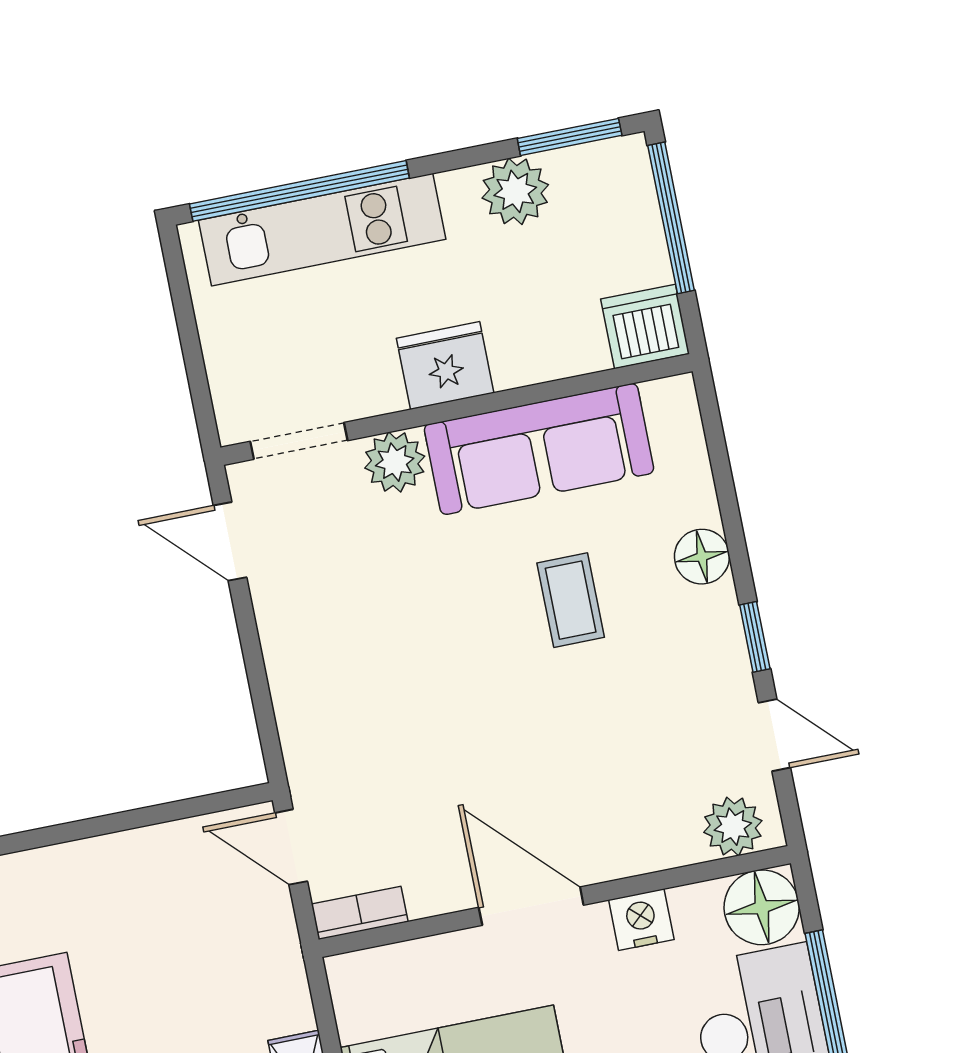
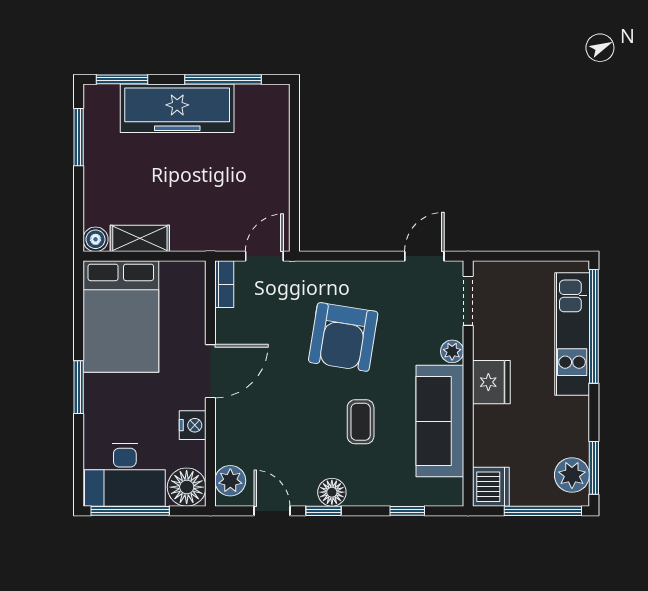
plant: (515, 191) -> (572, 475), moved
plant: (395, 462) -> (452, 351), width x0.73, depth x0.73
window: (723, 477) -> (407, 511), added
floor lamp: (702, 557) -> (332, 492), moved
coffee table: (571, 600) -> (361, 422), turned 90
armchair: (415, 666) -> (343, 337), added
door: (774, 735) -> (272, 511), swing flipped

